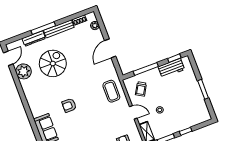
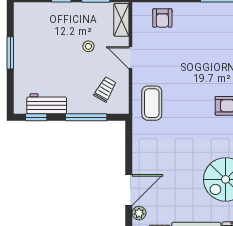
door: (110, 48) -> (129, 190), moved

